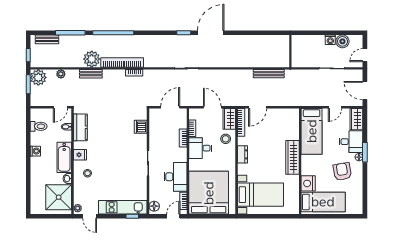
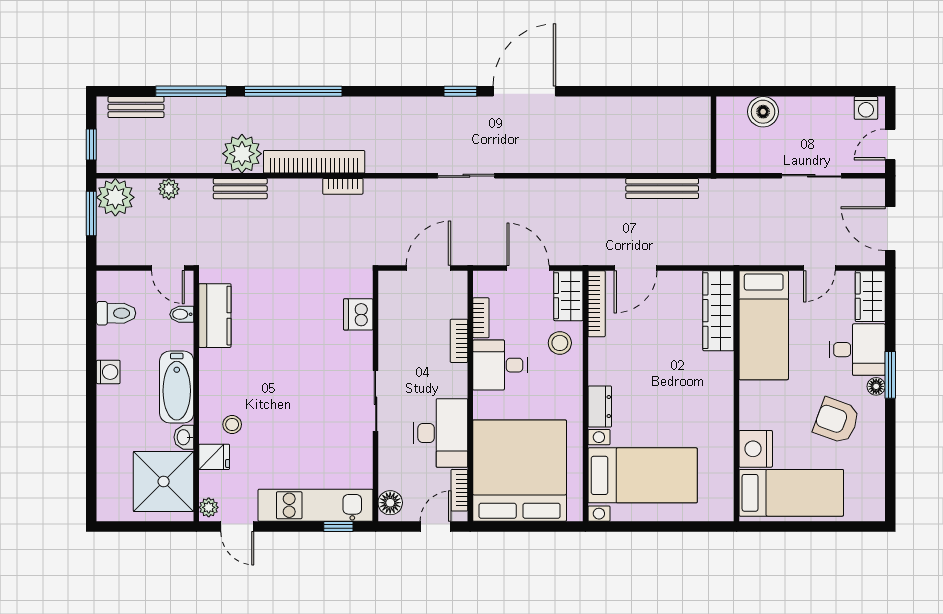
washing machine: (330, 40) -> (866, 108), moved
boiler: (342, 41) -> (763, 112), moved
door: (60, 107) -> (168, 268), hinge flipped
dresser: (242, 154) -> (600, 407), moved
fridge: (80, 155) -> (214, 457), moved
wardrobe: (292, 157) -> (718, 311), moved
armchair: (342, 172) -> (837, 421), turned -60

